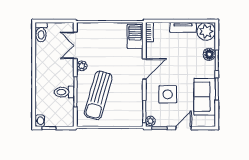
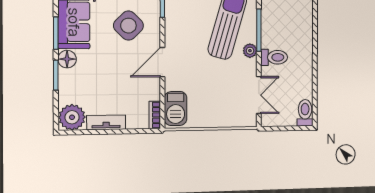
floor lamp: (209, 54) -> (67, 59), moved
plant: (82, 66) -> (250, 51), moved
toilet: (64, 92) -> (274, 57), moved
side table: (168, 94) -> (128, 26), turned 45

